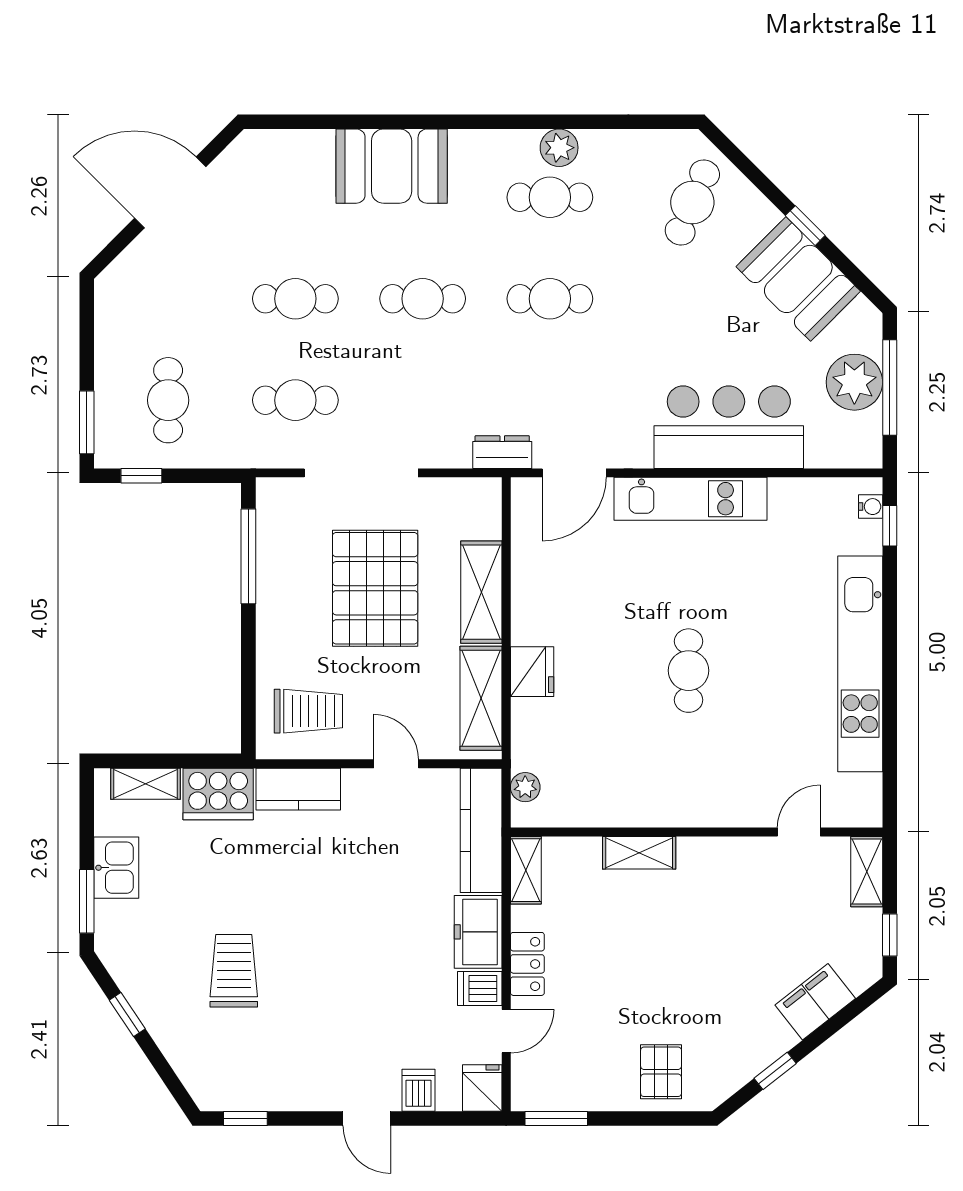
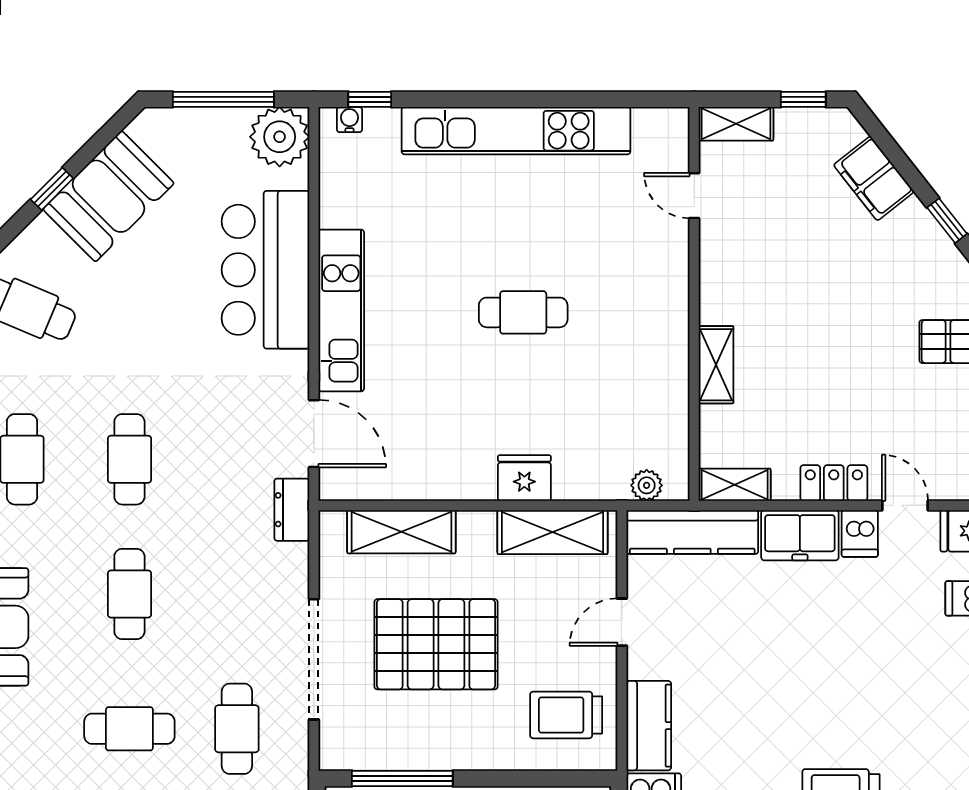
cafe table: (295, 299) -> (129, 729), turned 90
plant: (854, 382) -> (280, 137), moved
shelving: (481, 592) -> (401, 532), moved
trolley: (308, 711) -> (566, 715), turned -90

